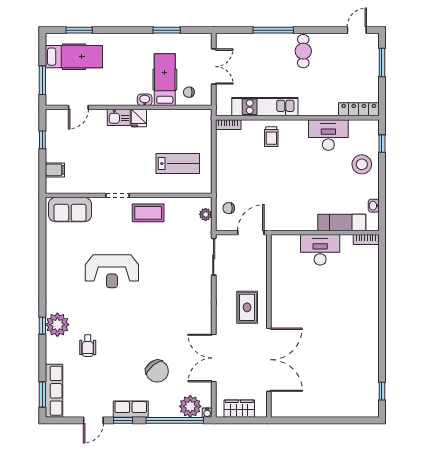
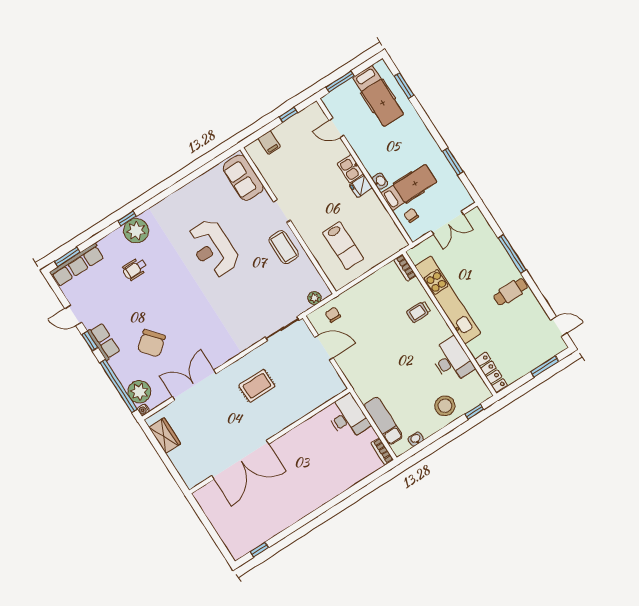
kitchen unit: (265, 107) -> (448, 300), width x1.36
wall: (269, 326) -> (270, 441), moved
double door: (269, 360) -> (240, 460), moved

